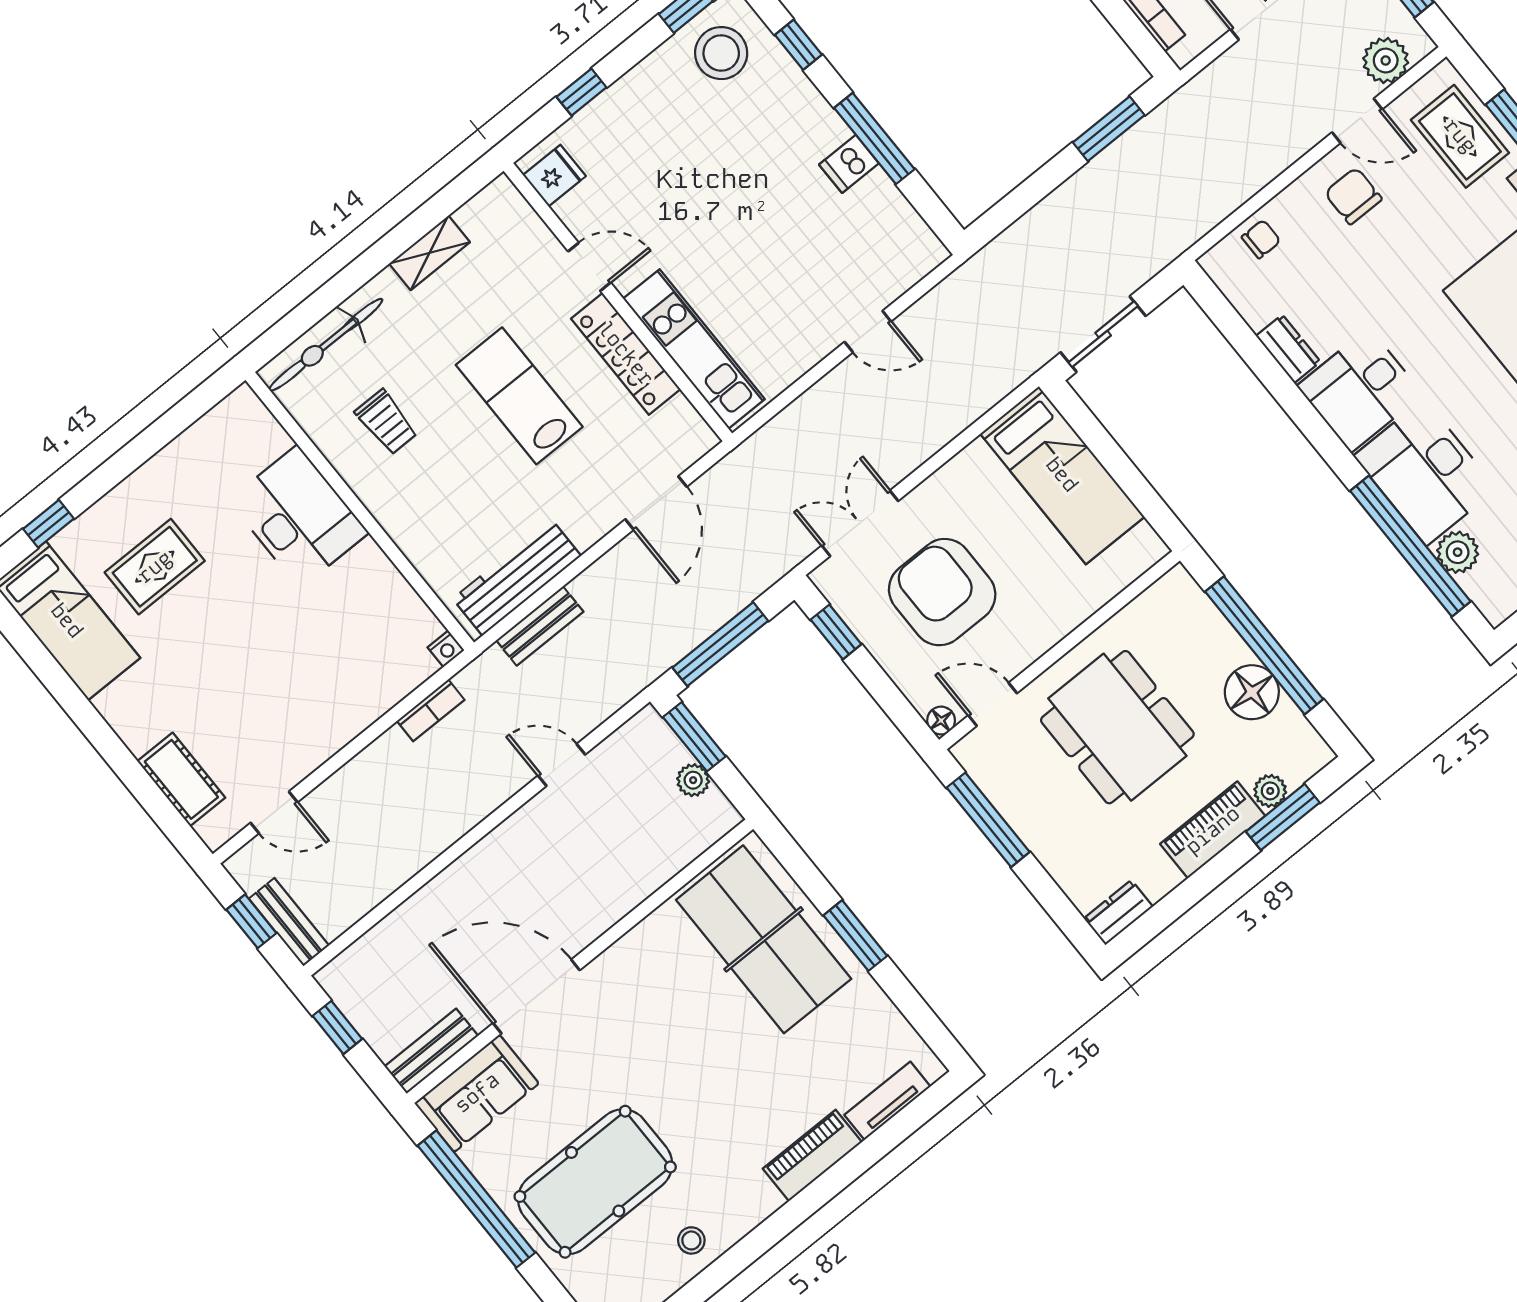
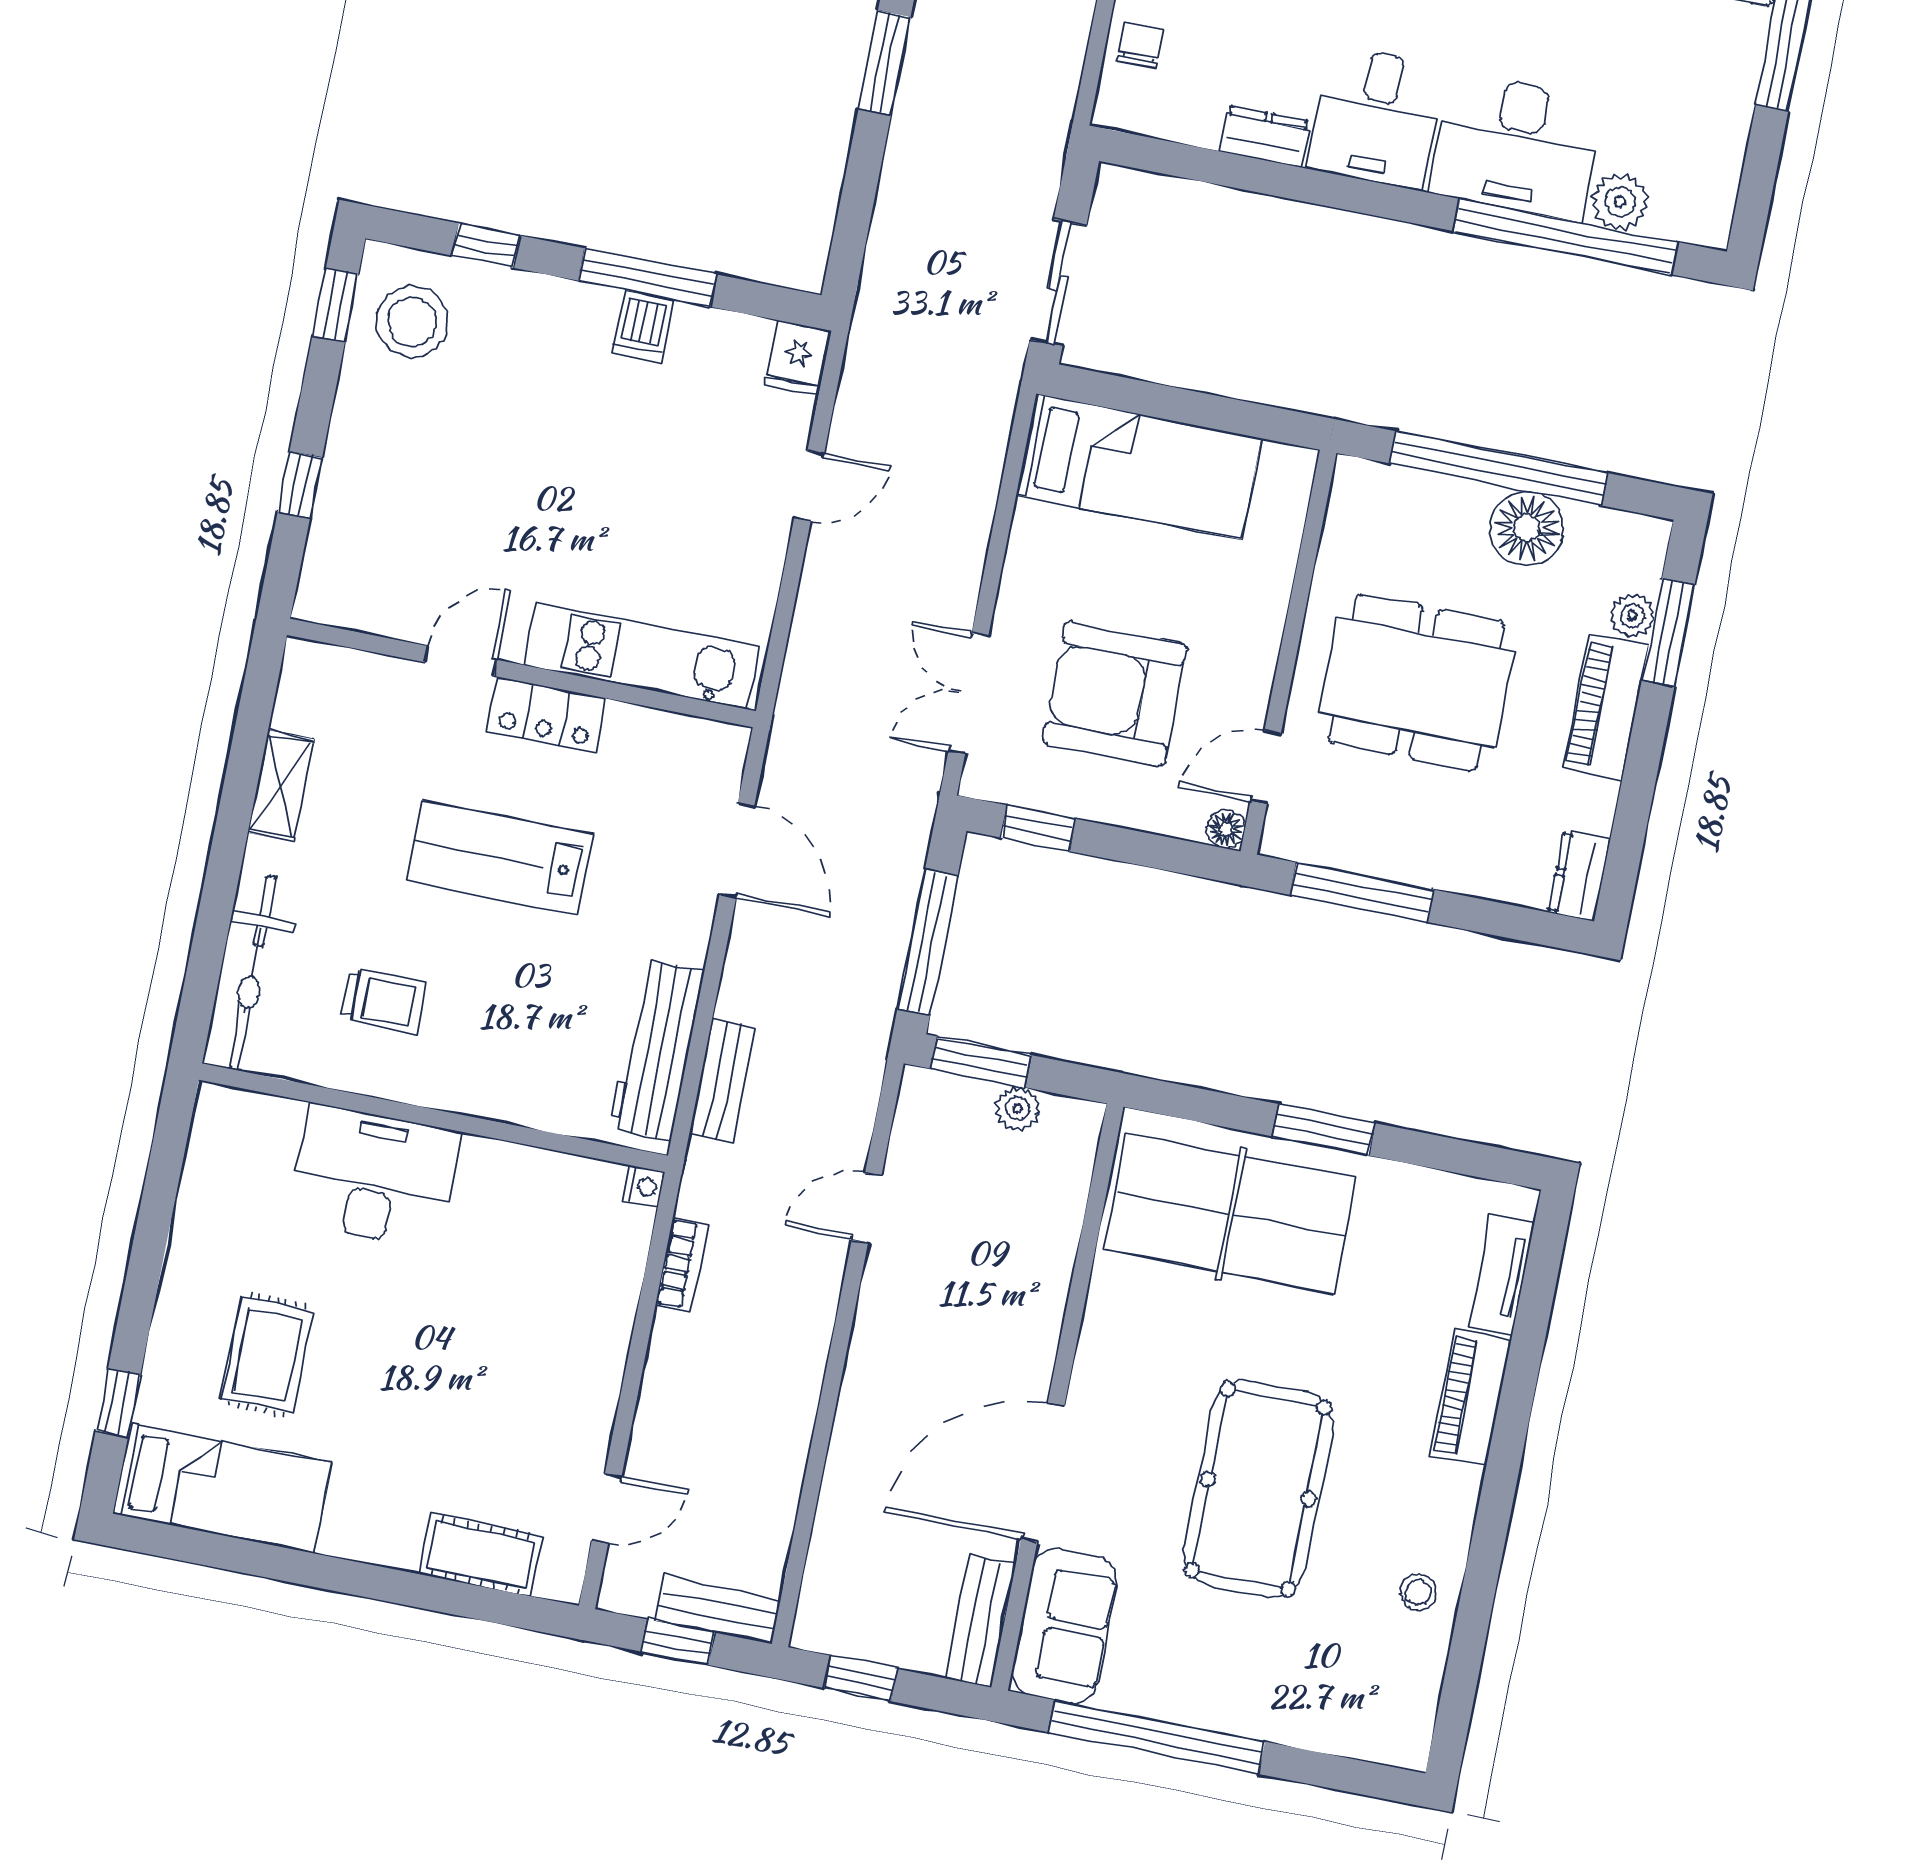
fridge: (554, 176) -> (798, 358), moved, turned 180
locker: (626, 354) -> (546, 715), width x0.66
pool table: (595, 1182) -> (1258, 1489), moved

